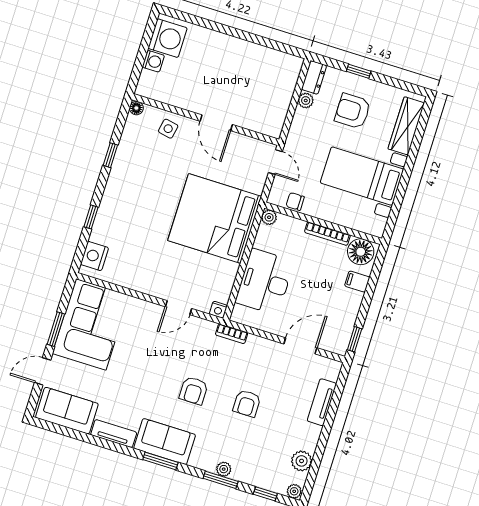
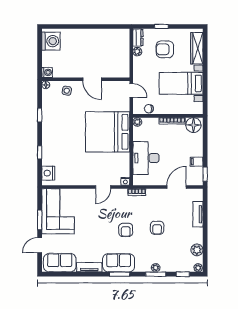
washing machine: (153, 61) -> (47, 72), moved
filing cabinet: (357, 282) -> (197, 162), moved

